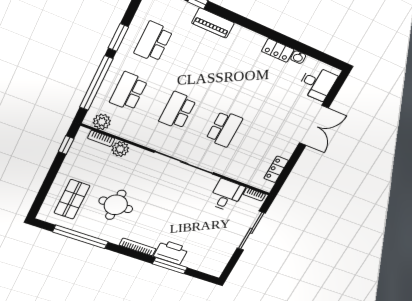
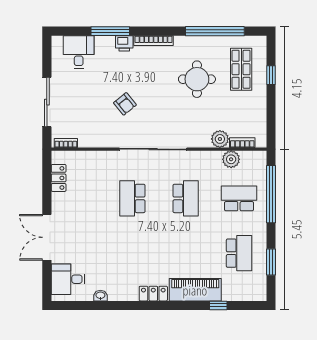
piano: (213, 23) -> (195, 290), width x1.37, depth x1.33
window: (118, 38) -> (271, 262), moved
locker: (278, 50) -> (153, 294), moved
school desk: (129, 91) -> (239, 198), turned -90
plant: (102, 122) -> (231, 159), moved
window: (66, 145) -> (271, 75), moved
desk: (226, 195) -> (79, 52), moved, turned 180
armchair: (188, 207) -> (125, 104), added
printer: (171, 252) -> (124, 43), width x0.53, depth x0.68

